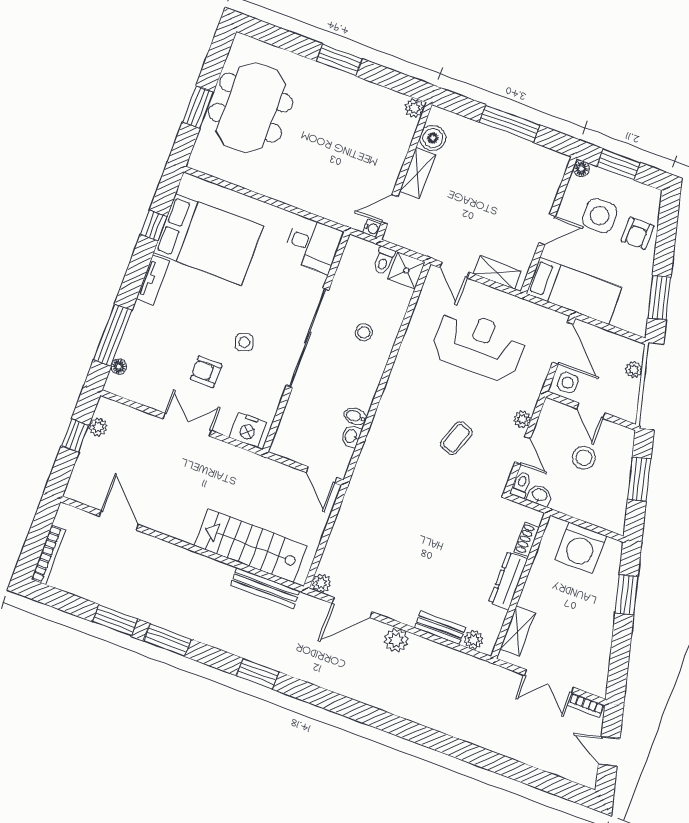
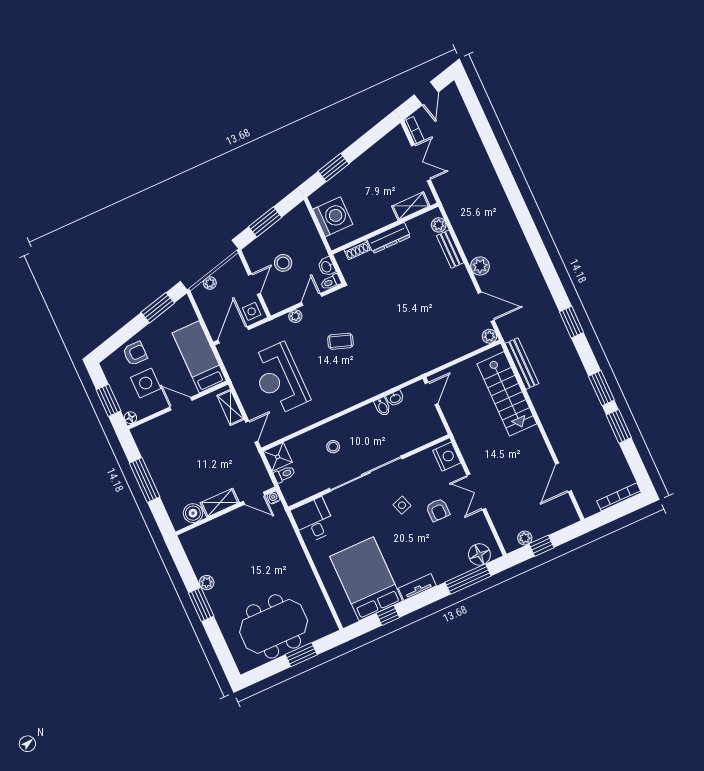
plant: (414, 108) -> (207, 583), moved
floor lamp: (119, 367) -> (479, 554), width x1.89, depth x1.89

